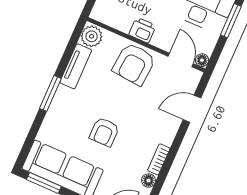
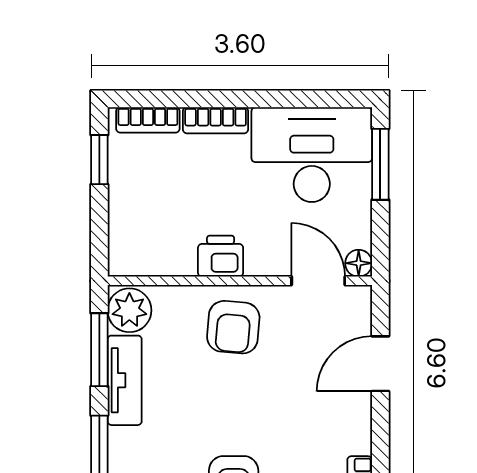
window: (70, 48) -> (99, 350), added
armchair: (134, 64) -> (233, 327), width x0.72, depth x0.72

